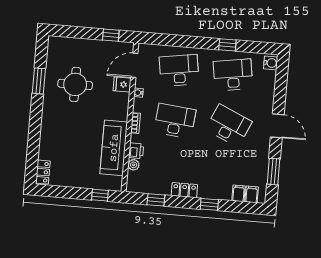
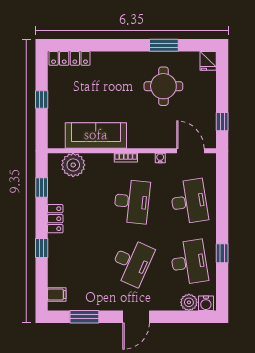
plant: (268, 78) -> (189, 302), added
fridge: (122, 84) -> (208, 61), moved, turned 180
printer: (136, 151) -> (95, 161), removed
plant: (134, 165) -> (73, 165), width x1.87, depth x1.87
locker: (43, 172) -> (70, 58), width x1.53
filing cabinet: (239, 193) -> (57, 280), removed
window: (100, 195) -> (42, 99), moved

